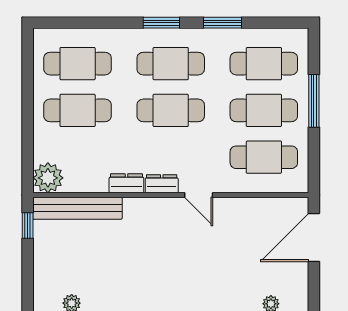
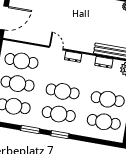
dresser: (126, 183) -> (104, 62), moved

